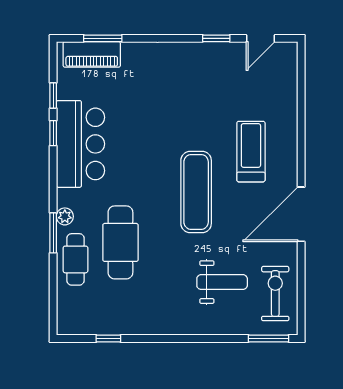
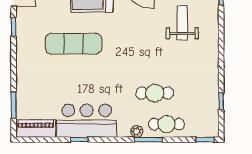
piano: (92, 54) -> (36, 129), moved, turned -90
window: (53, 95) -> (205, 140), moved
exercise mat: (196, 192) -> (73, 44), moved
cafe table: (120, 242) -> (155, 93), width x0.73, depth x0.74

